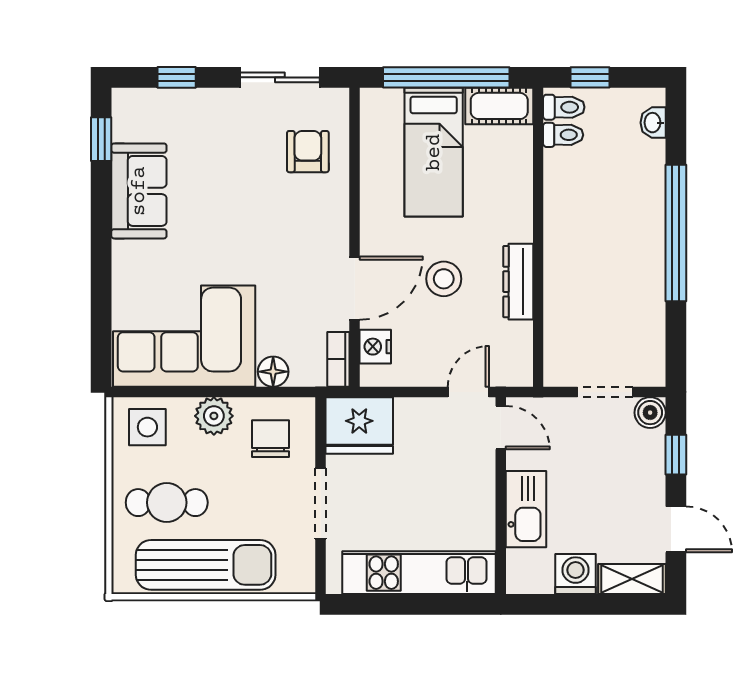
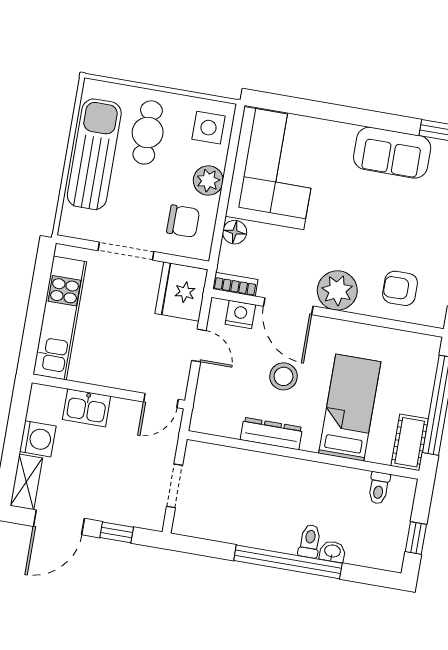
window: (590, 77) -> (416, 538), moved
toilet: (564, 107) -> (310, 541), moved, turned 180
washbasin: (653, 123) -> (332, 552), moved
armchair: (308, 152) -> (400, 288), turned 180
bed: (434, 152) -> (350, 408), moved, turned 90
plant: (324, 230) -> (337, 291), added
door: (468, 392) -> (199, 345), moved
boiler: (650, 413) -> (153, 518), removed
kitchen sink: (526, 509) -> (87, 408), width x0.73
door: (676, 529) -> (59, 522), width x1.38
sun lounger: (206, 565) -> (94, 154), turned 180

